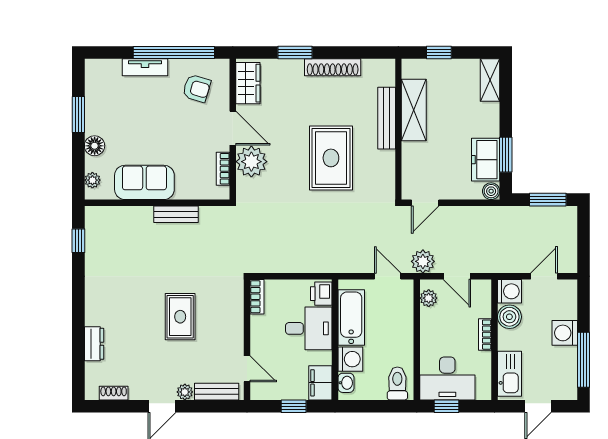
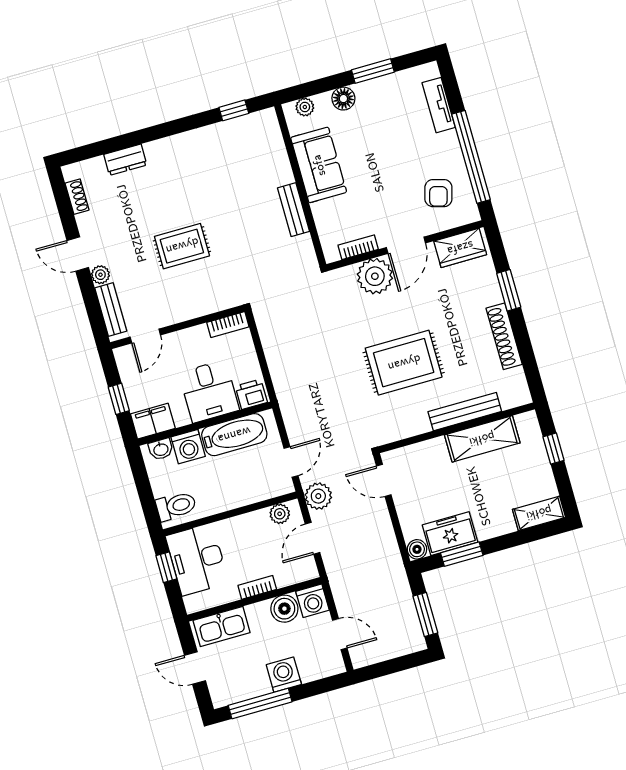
tv unit: (145, 67) -> (439, 105), moved

